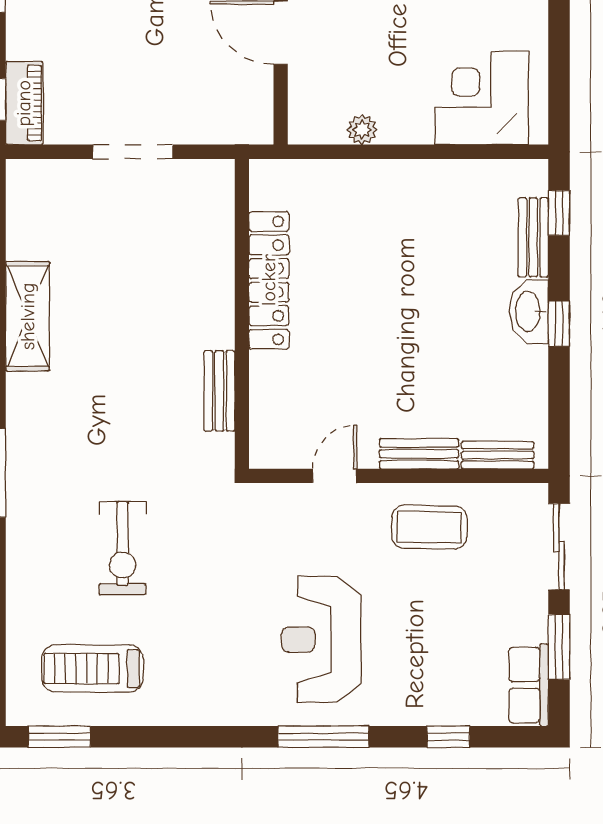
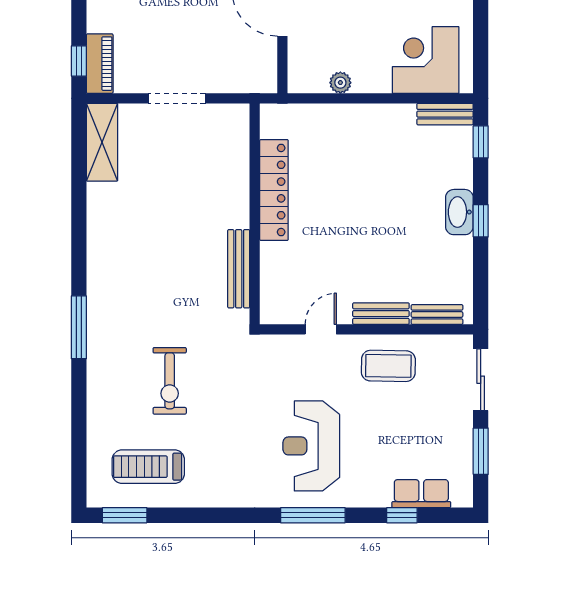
bench: (533, 237) -> (445, 114), moved, turned 90
shelving: (28, 316) -> (102, 142), moved
bench: (219, 391) -> (239, 269), width x1.36
row of seats: (529, 685) -> (421, 494), moved, turned 90

